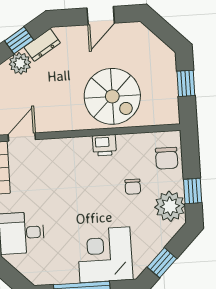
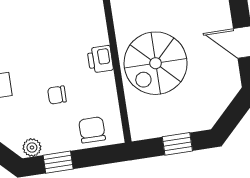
chair: (167, 158) -> (92, 130), turned 90
plant: (170, 206) -> (32, 147), width x0.53, depth x0.53

